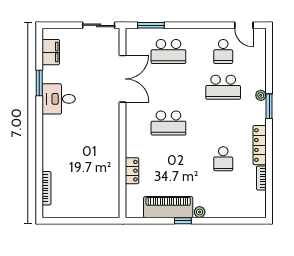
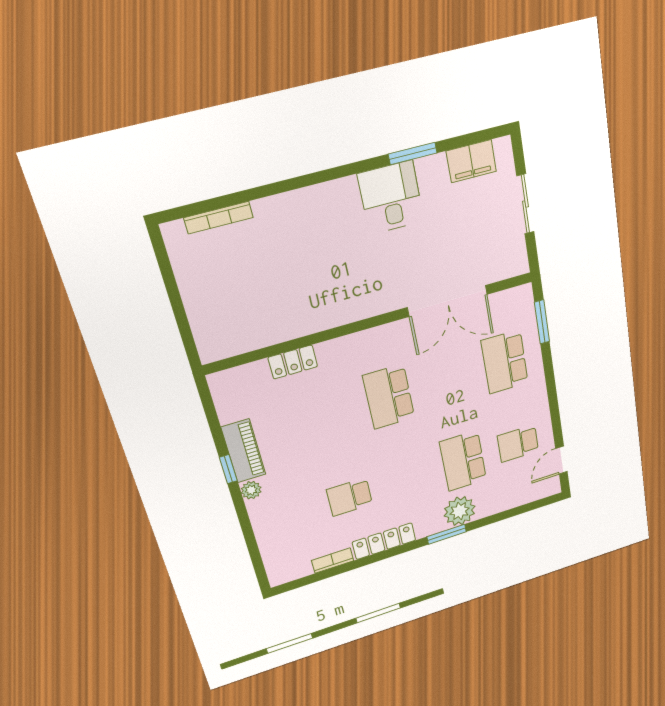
sliding door: (99, 25) -> (525, 204), moved
plant: (261, 95) -> (460, 511), width x1.88, depth x1.88
piano: (168, 207) -> (244, 451), width x0.73, depth x0.75

